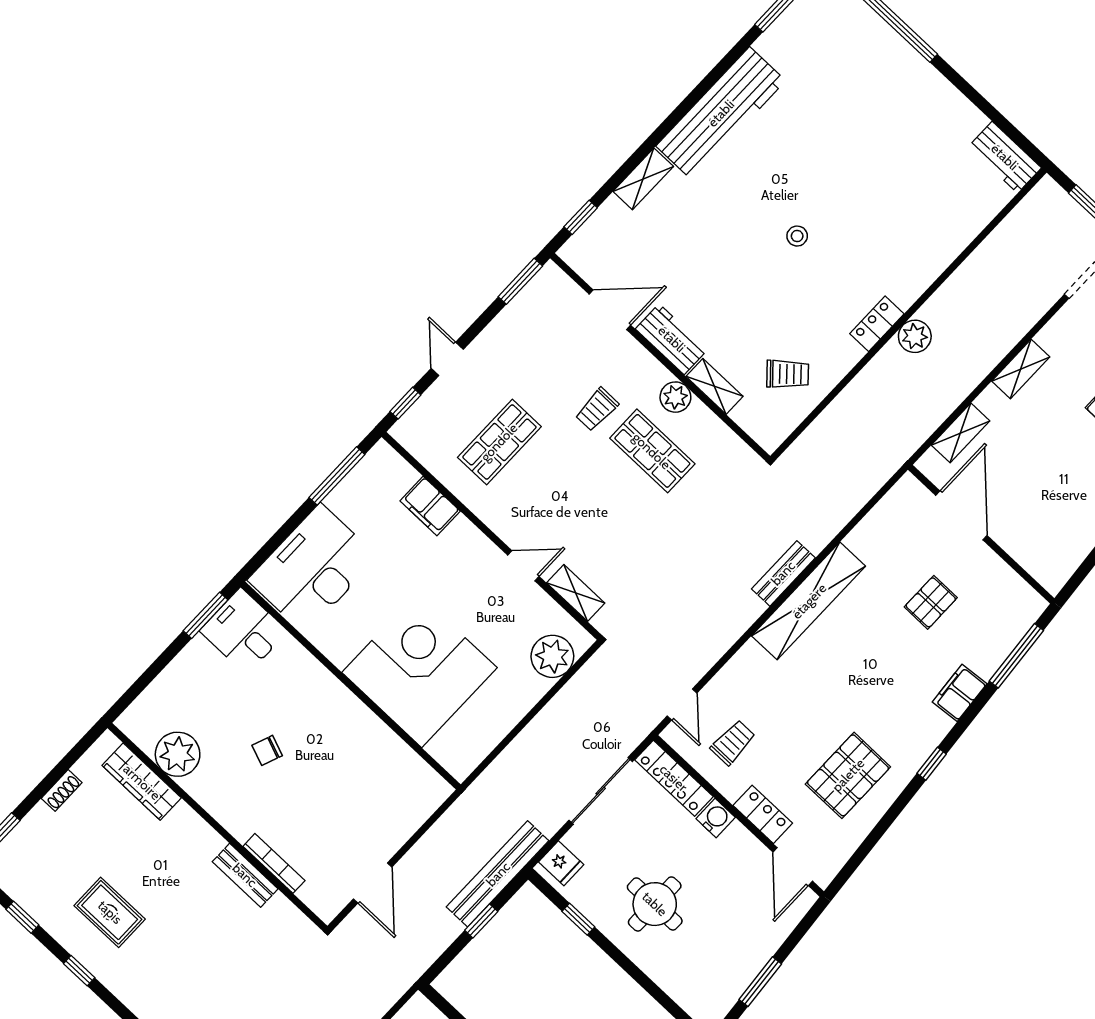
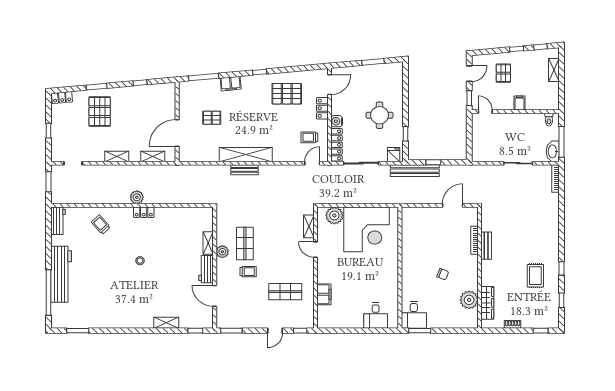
workbench: (721, 113) -> (61, 274), moved, turned 90
trolley: (788, 374) -> (101, 225), moved
window: (337, 476) -> (341, 331), removed
desk: (313, 569) -> (376, 316), width x0.53, depth x0.77
corner desk: (419, 670) -> (367, 229), moved, turned -90

